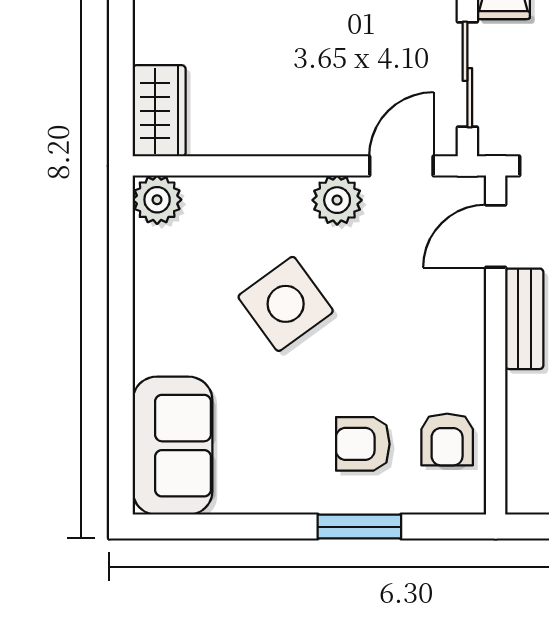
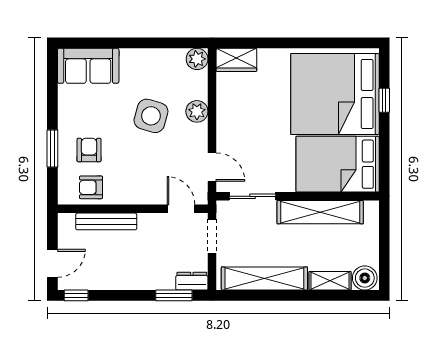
plant: (337, 200) -> (197, 111), moved
side table: (286, 304) -> (151, 116), turned -38
bench: (524, 319) -> (106, 221), moved, width x1.36

